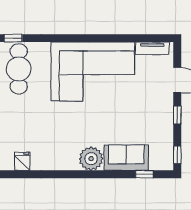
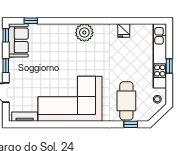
sofa: (126, 158) -> (18, 40), moved, turned -90
plant: (91, 159) -> (84, 33), moved

